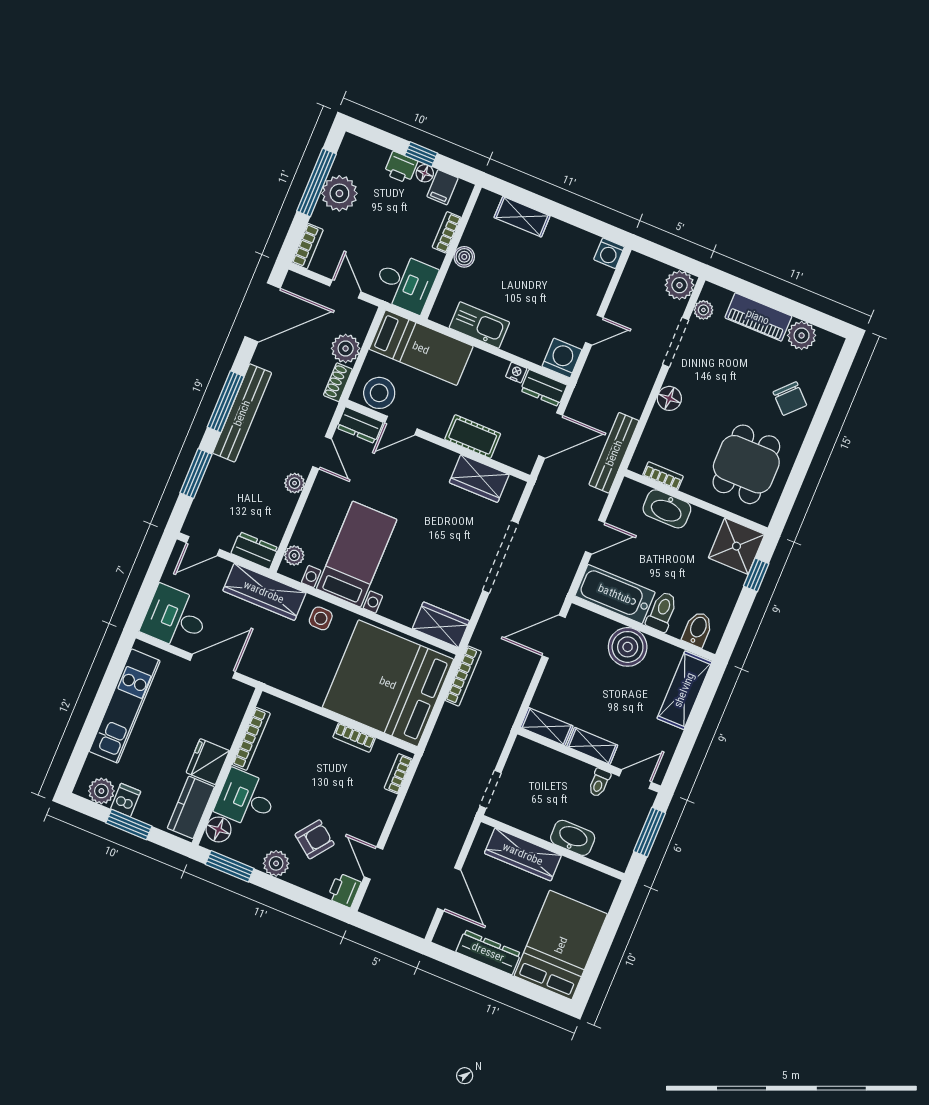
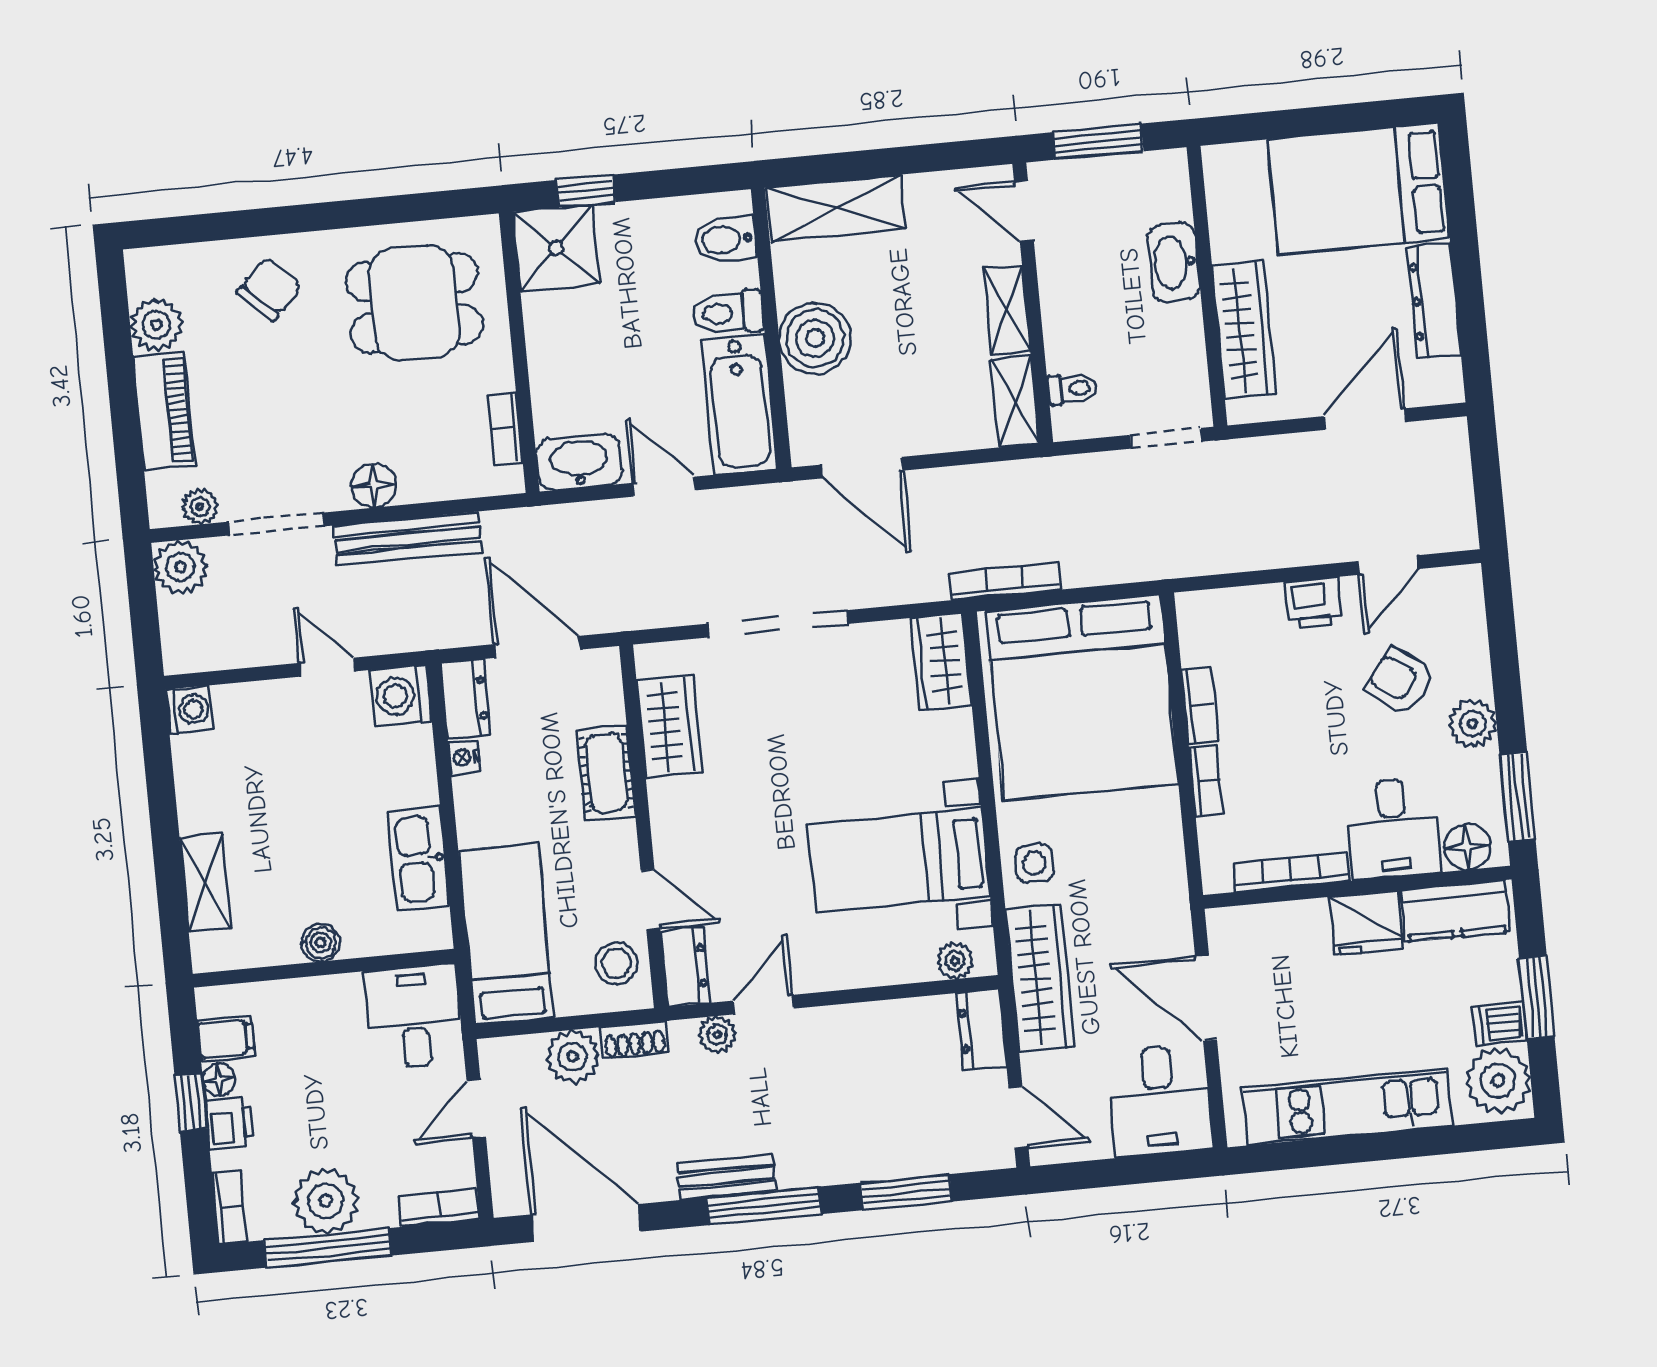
bookcase: (447, 232) -> (230, 1207), moved, turned -90
stool: (379, 393) -> (616, 963), width x0.73, depth x0.73
bench: (242, 413) -> (727, 1177), width x0.54, depth x0.82
bench: (614, 453) -> (408, 539), moved
plant: (295, 483) -> (717, 1035), moved
washbasin: (667, 509) -> (579, 462), moved, turned -90
bookcase: (398, 774) -> (1206, 781), moved, turned -90
toilet: (599, 783) -> (1073, 389), moved
plant: (101, 791) -> (1498, 1081), width x1.36, depth x1.36
printer: (344, 890) -> (1314, 603), moved

